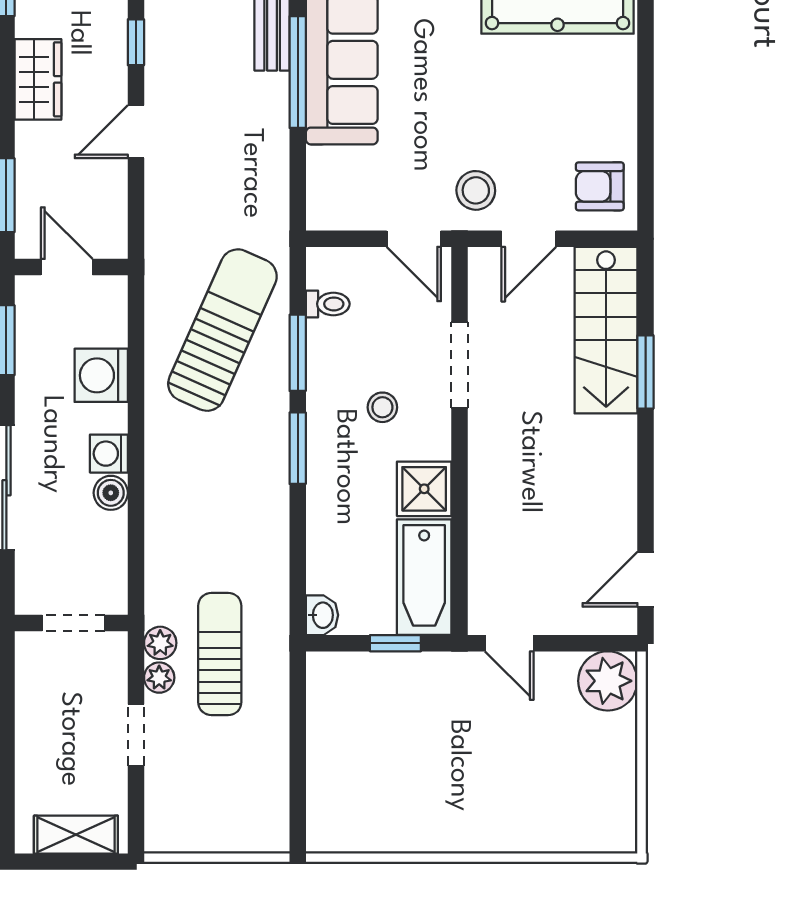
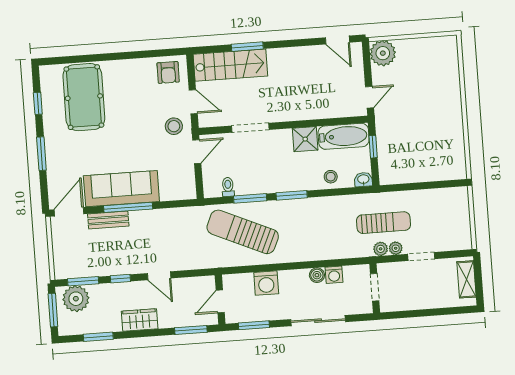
stool: (382, 407) -> (331, 177), moved
washing machine: (109, 454) -> (334, 275), moved
sun lounger: (220, 654) -> (383, 223), turned 180

